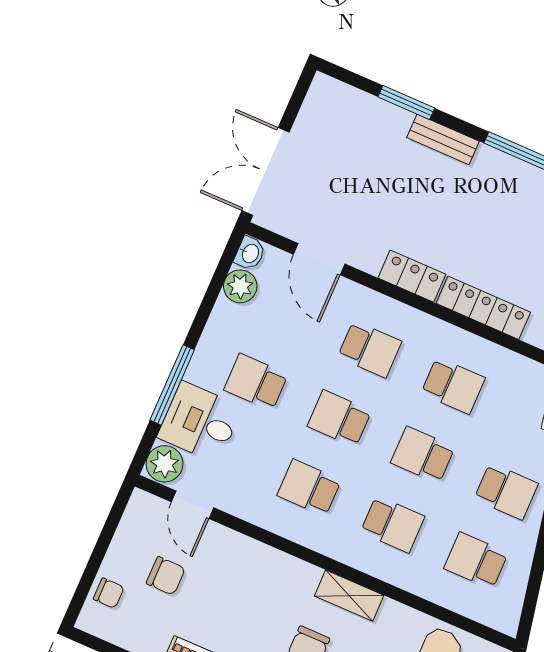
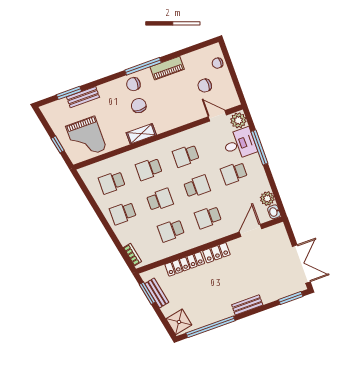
window: (406, 102) -> (291, 298), moved
double door: (265, 171) -> (301, 264), moved
door: (319, 259) -> (251, 230), hinge flipped
school desk: (256, 382) -> (234, 173), turned 180
school desk: (309, 488) -> (186, 156), turned 180
school desk: (476, 561) -> (112, 182), turned 180

